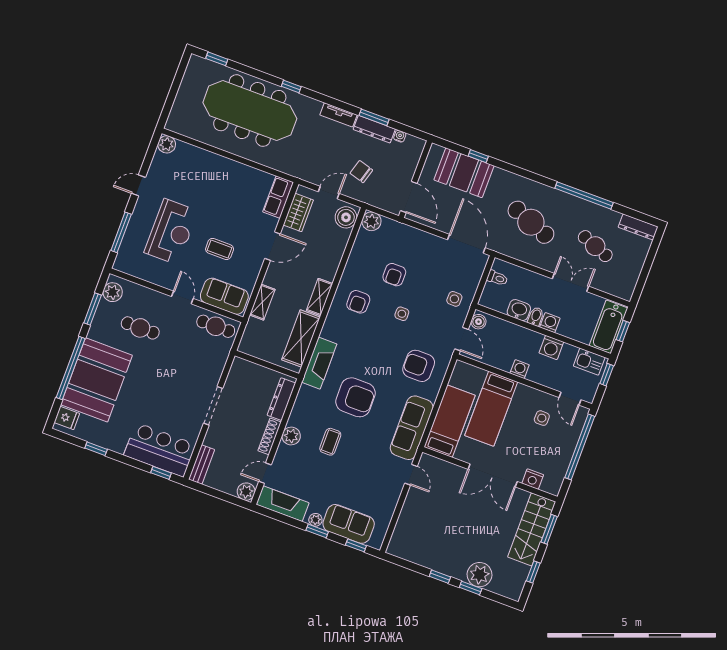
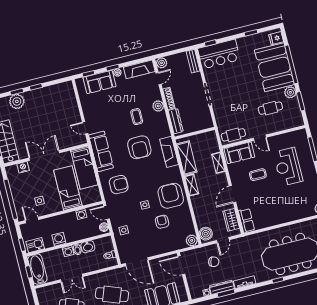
plant: (113, 292) -> (290, 92), moved
armchair: (358, 302) -> (171, 196), width x1.88, depth x1.88
washing machine: (520, 369) -> (81, 214), moved
armchair: (356, 397) -> (139, 147), turned -90

